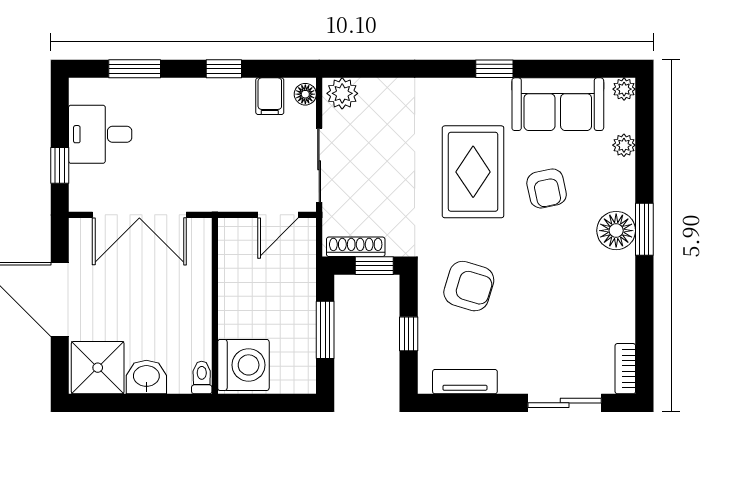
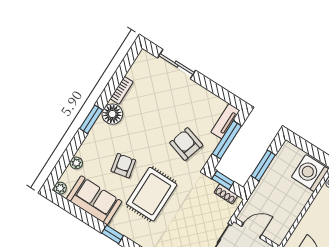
floor lamp: (616, 231) -> (112, 114), moved
shoe rack: (356, 247) -> (226, 194), width x0.70
window: (409, 334) -> (227, 140), width x2.17
bookcase: (625, 369) -> (122, 90), moved
tv unit: (465, 382) -> (225, 121), moved, turned 90

